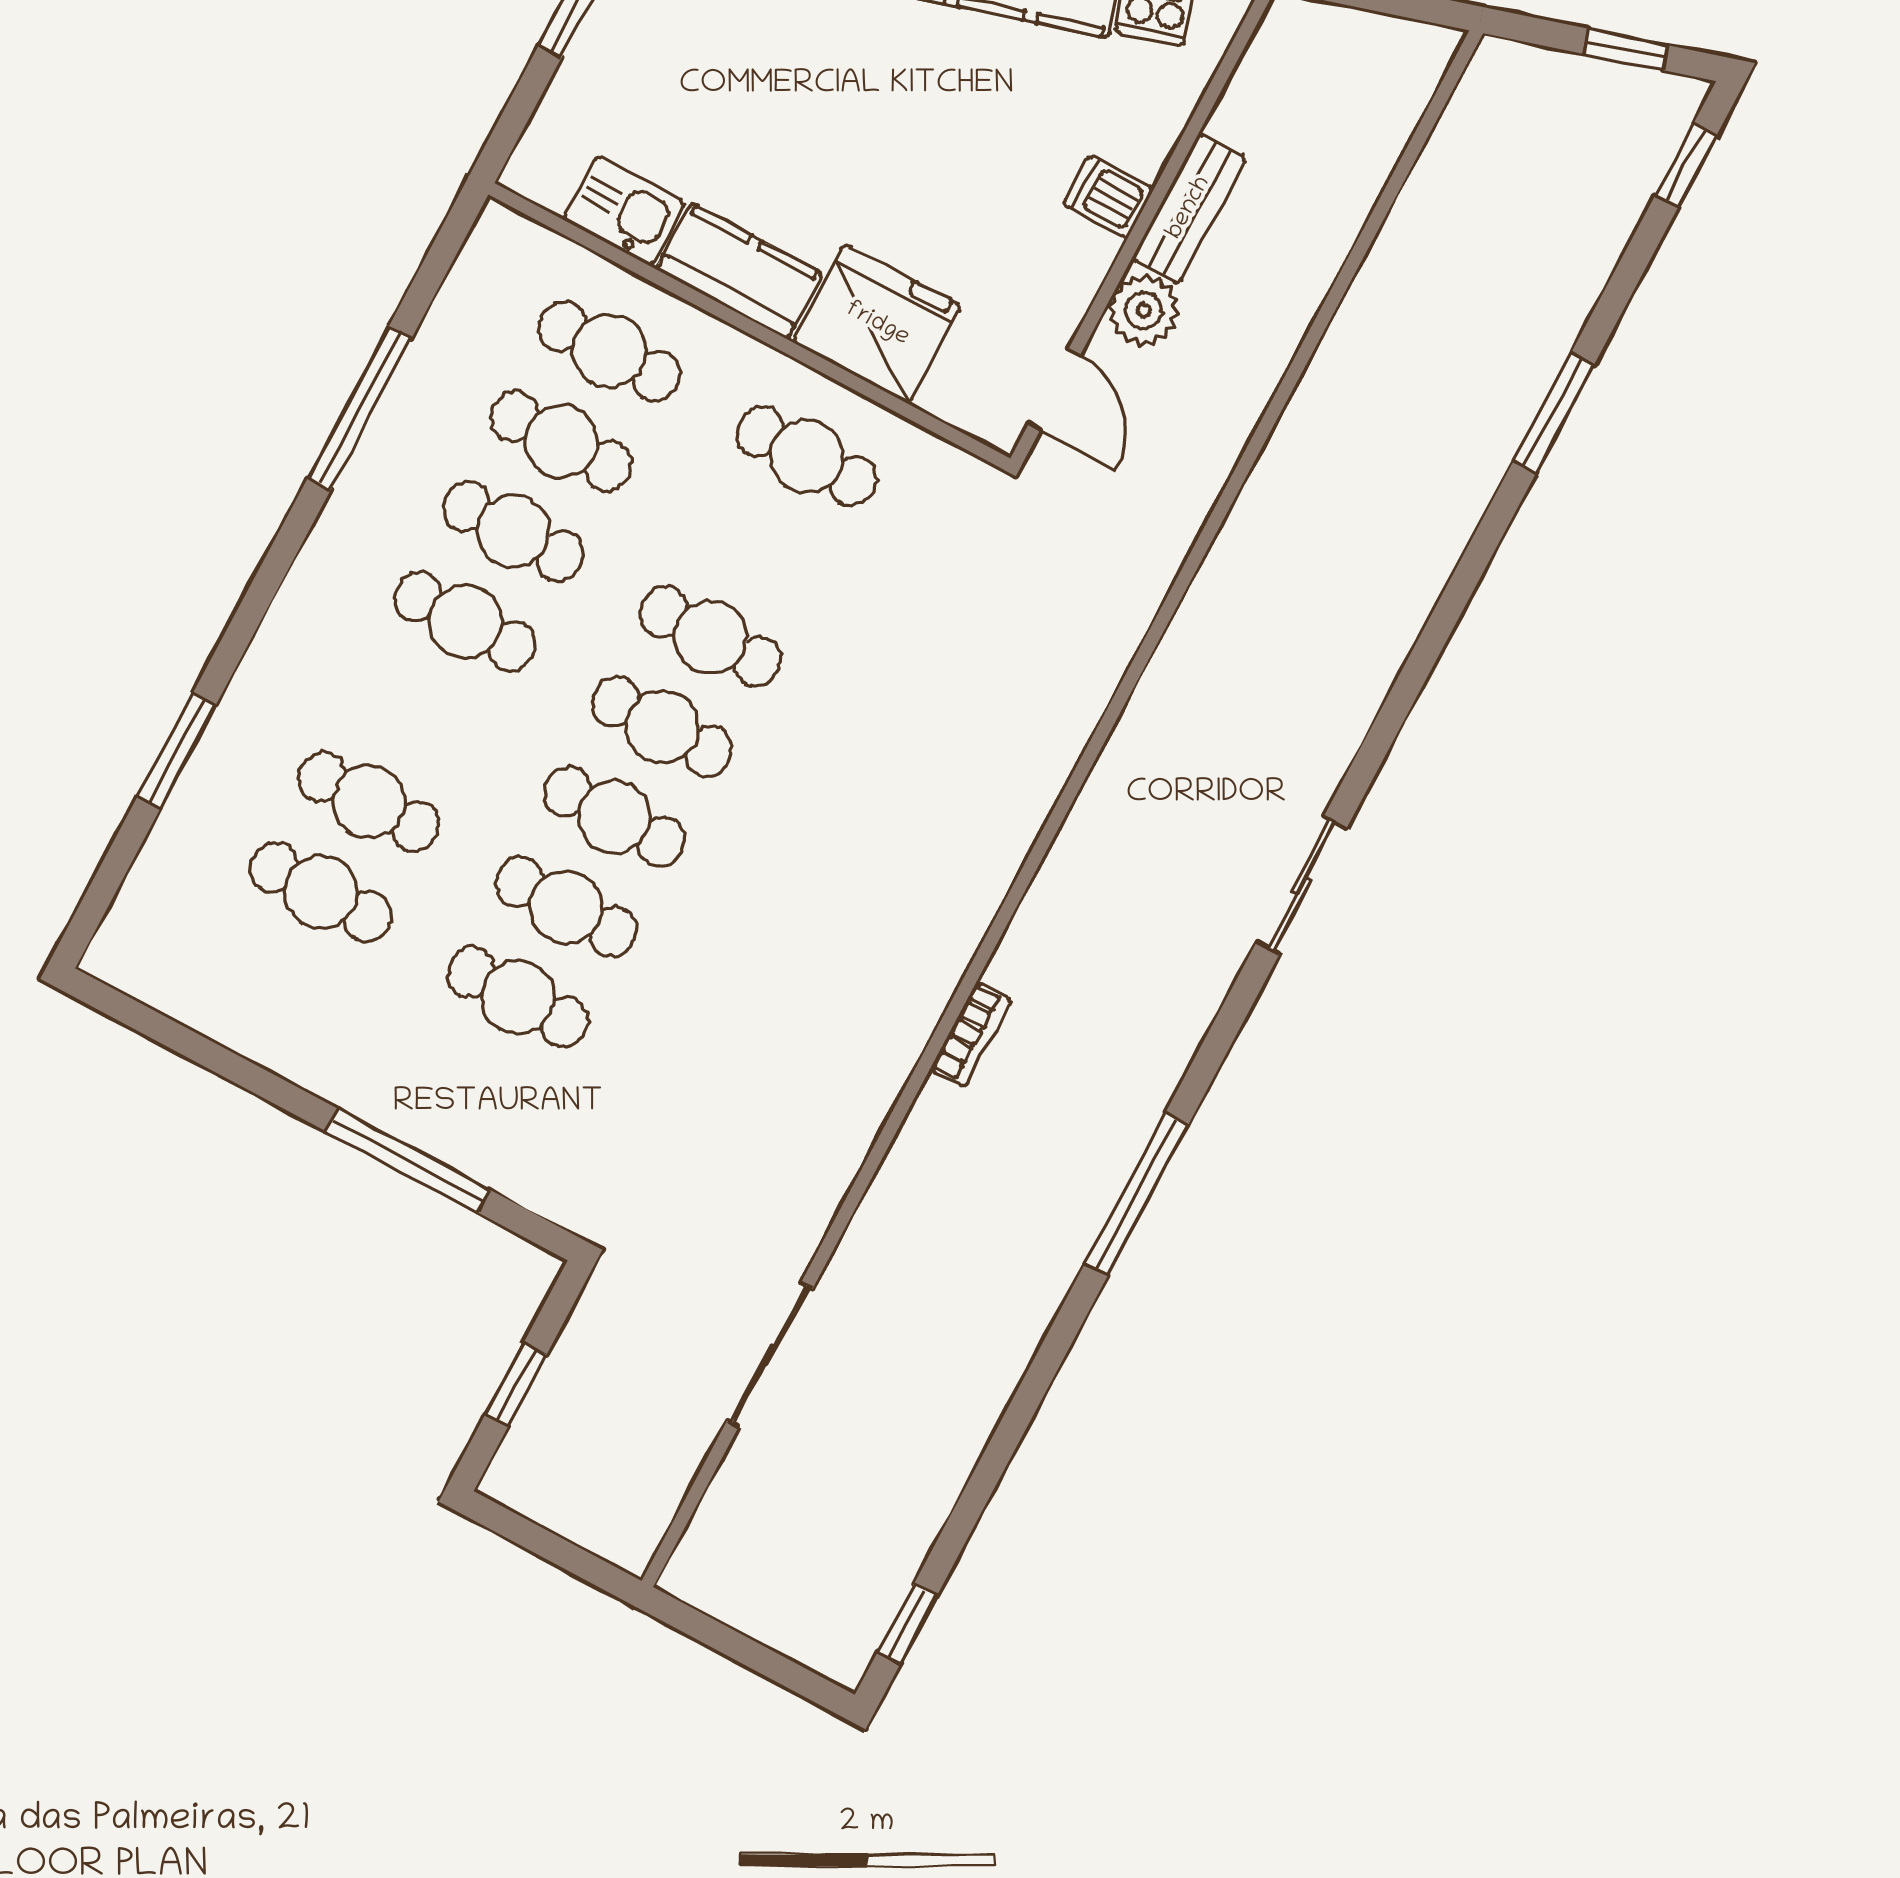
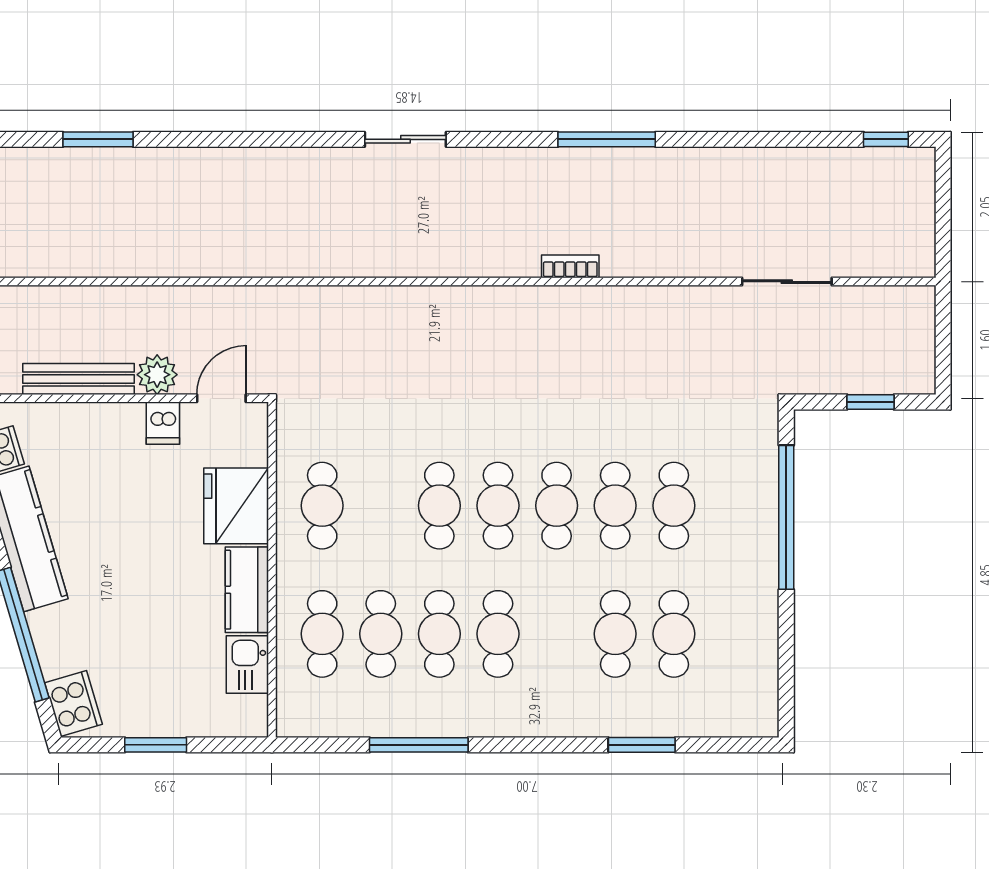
dishwasher: (1108, 197) -> (163, 423), moved
bench: (1189, 208) -> (78, 379), width x1.36
window: (408, 1160) -> (786, 517), width x1.46

